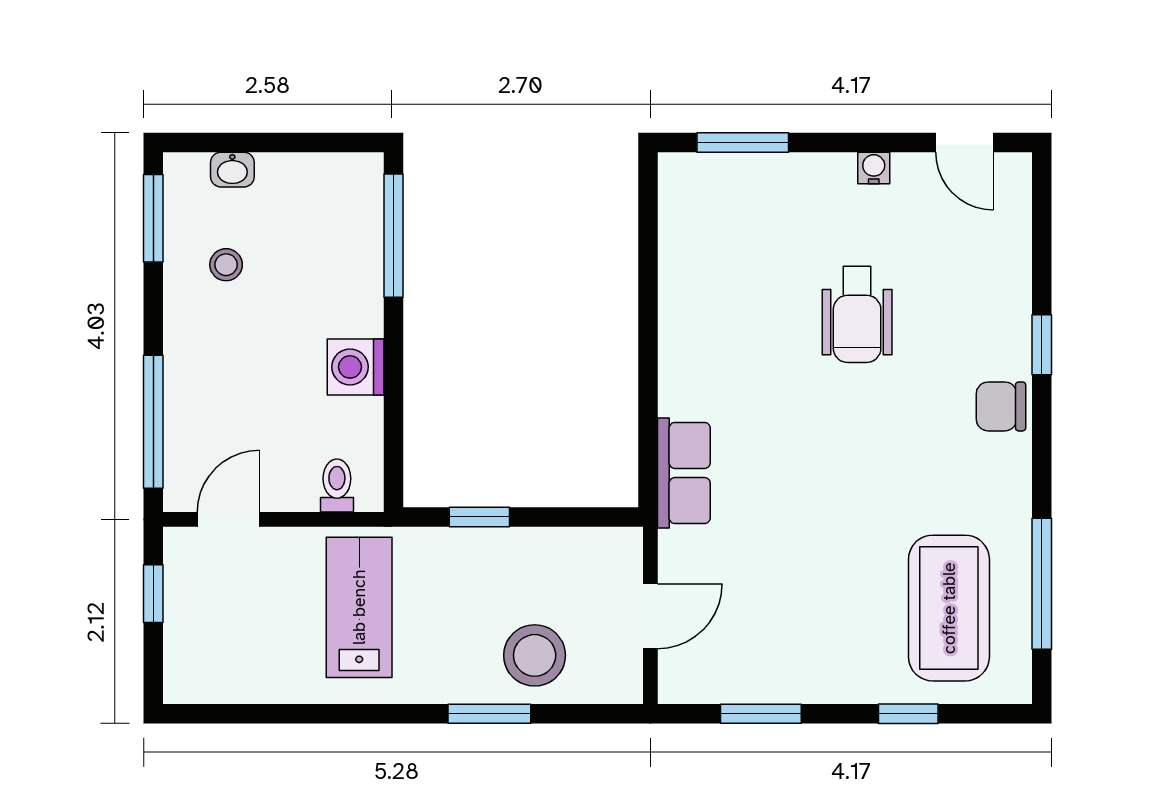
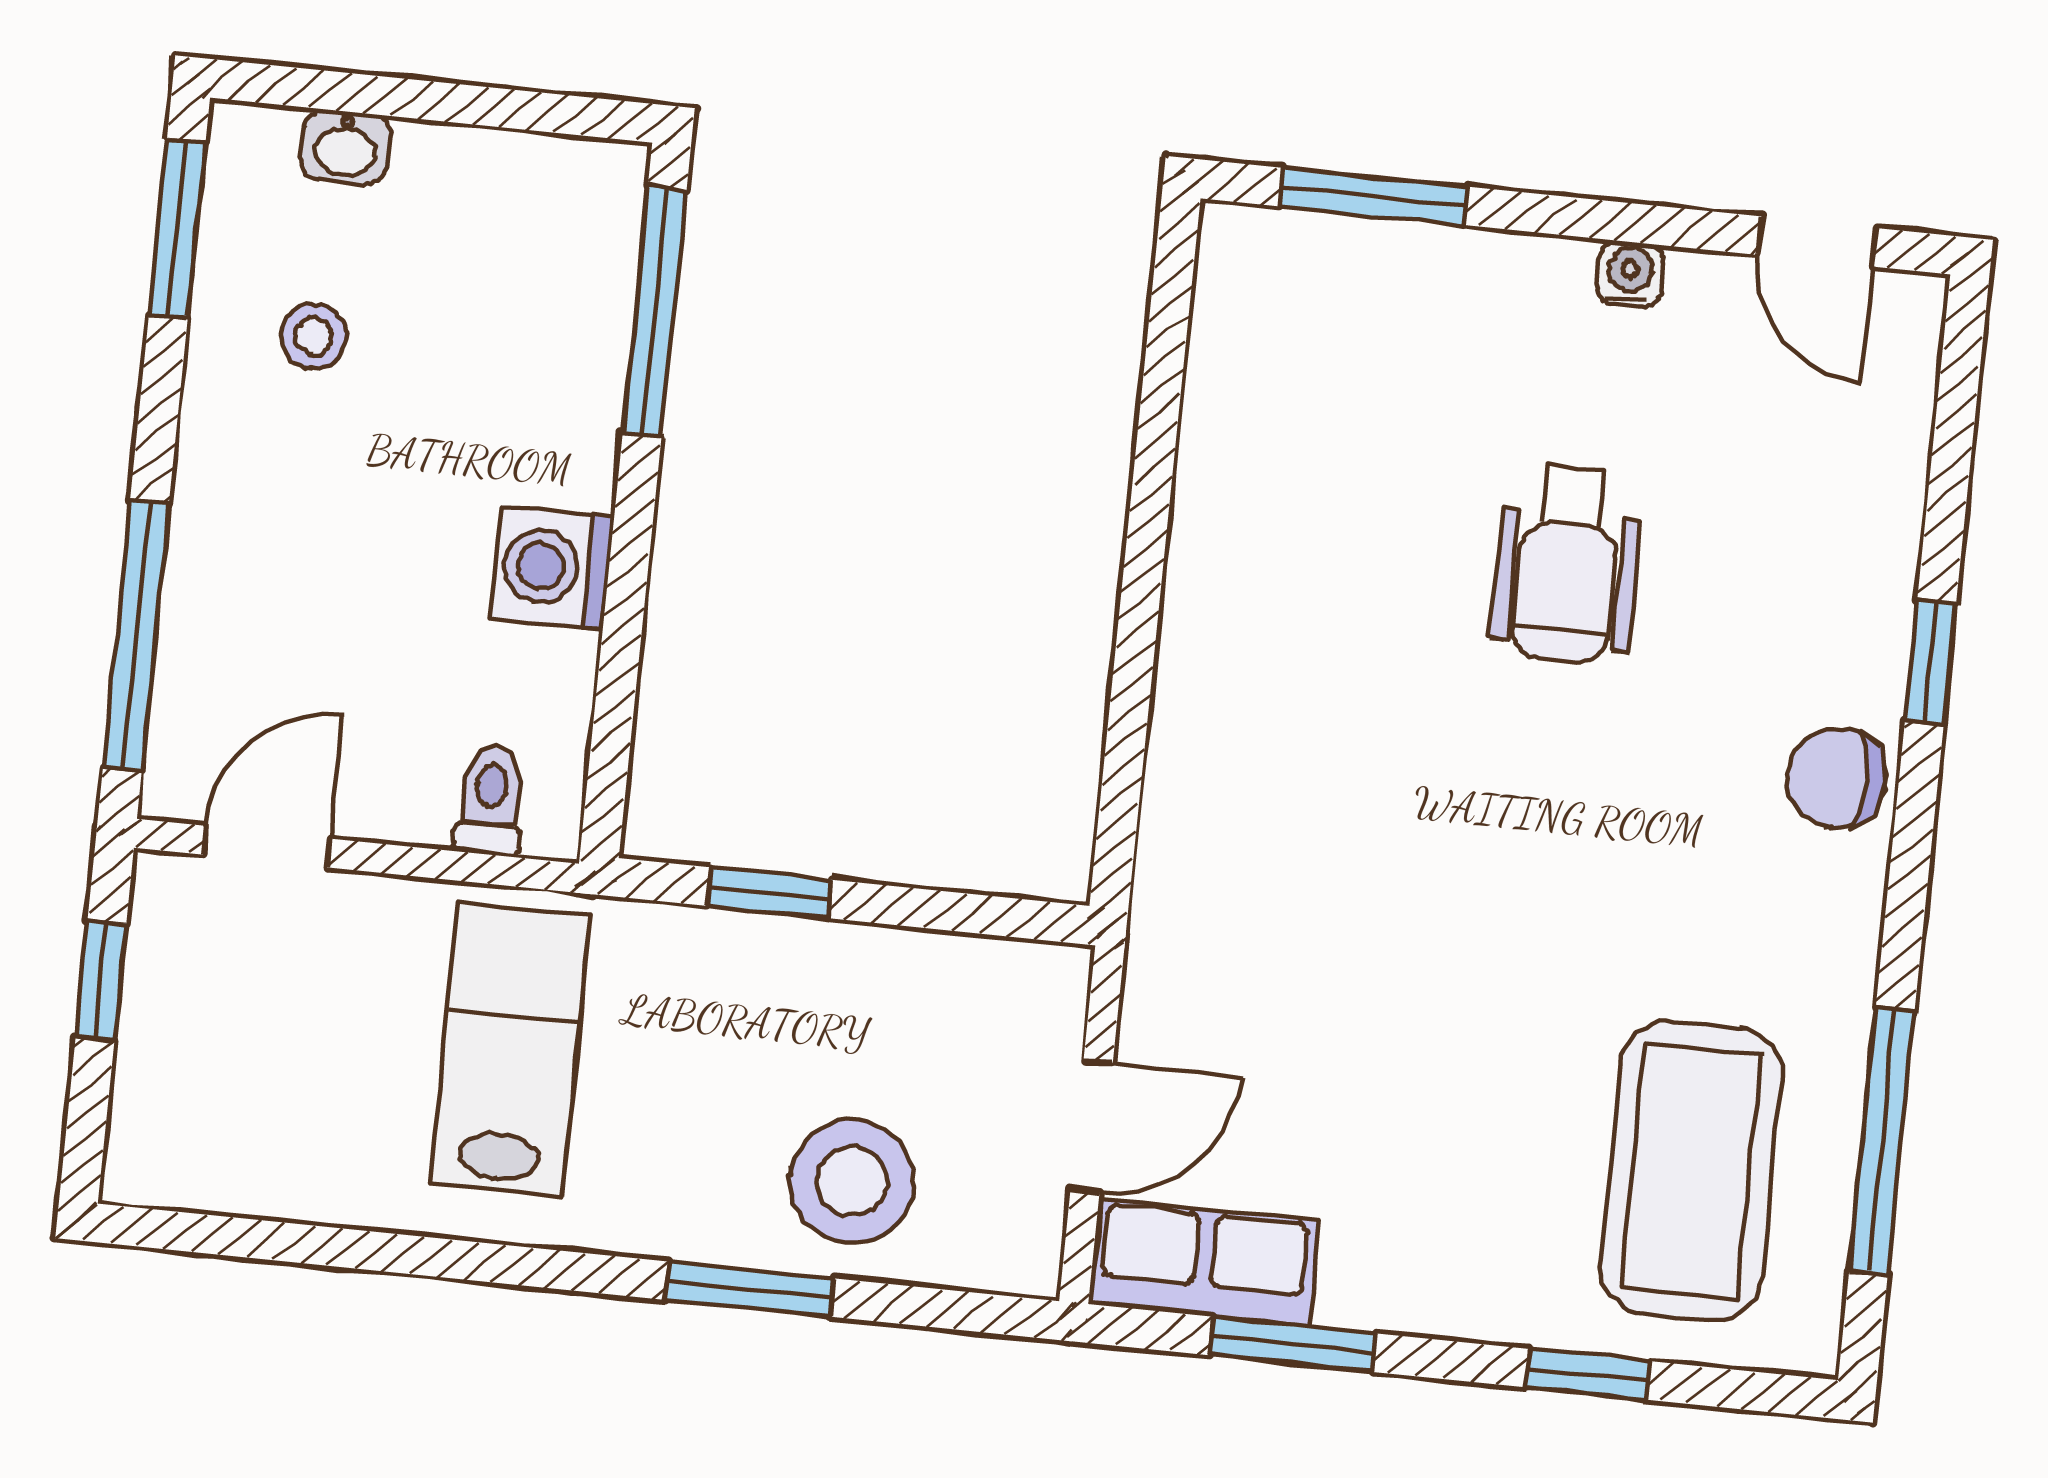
row of seats: (684, 473) -> (1204, 1263), moved, turned -90

